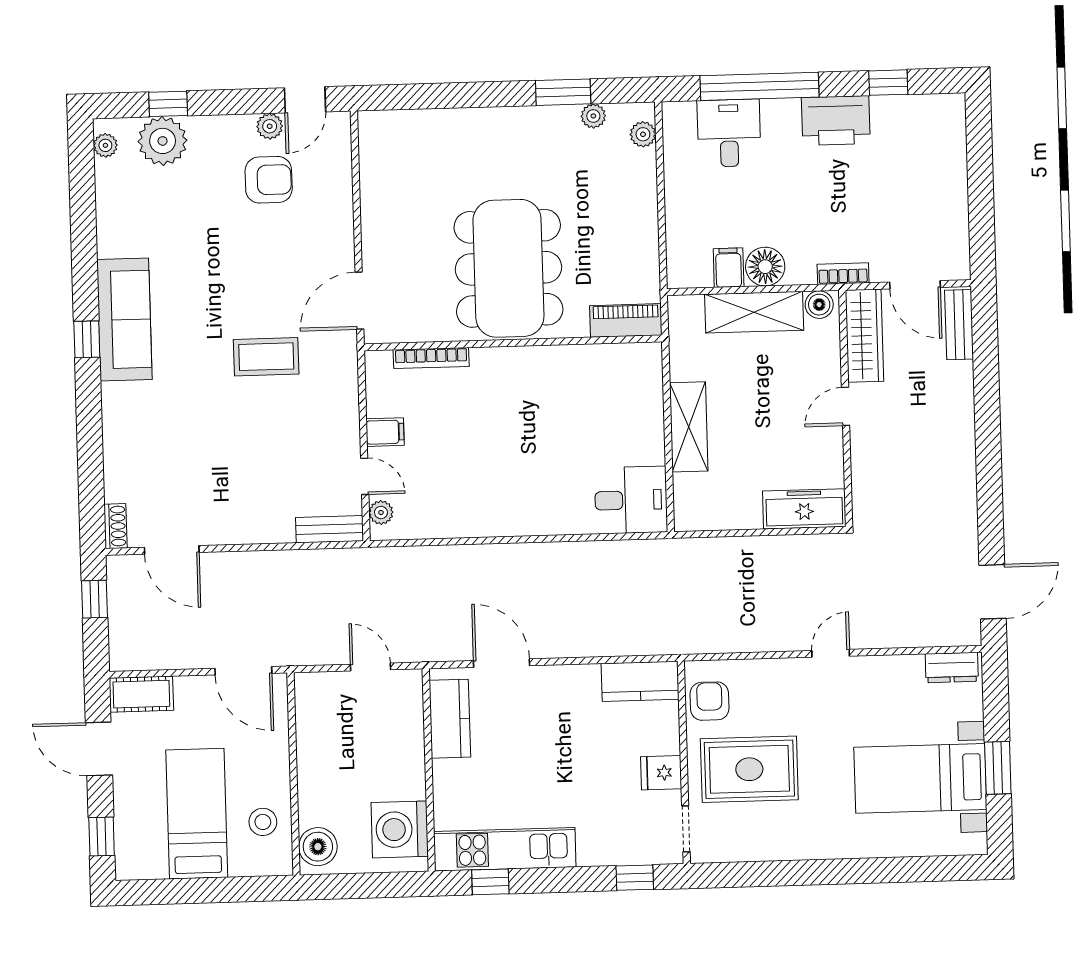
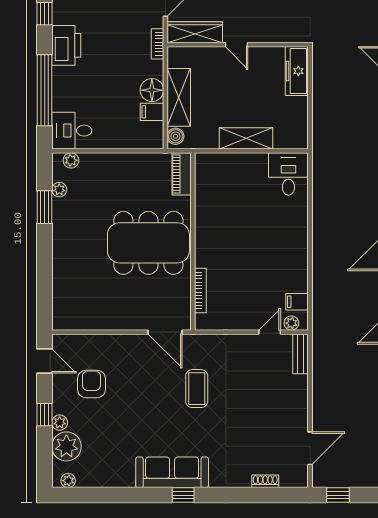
window: (168, 104) -> (45, 415), moved
plant: (270, 126) -> (60, 423), moved
desk: (729, 133) -> (72, 131), moved
boiler: (819, 305) -> (175, 136), moved
filing cabinet: (385, 432) -> (297, 302), moved, turned -90
shoe rack: (115, 526) -> (265, 481), moved

